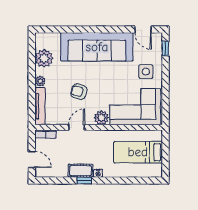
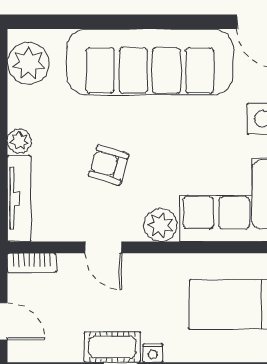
plant: (44, 58) -> (28, 63), moved
door: (77, 127) -> (103, 247), swing flipped

